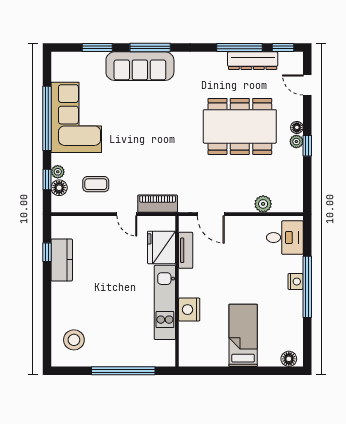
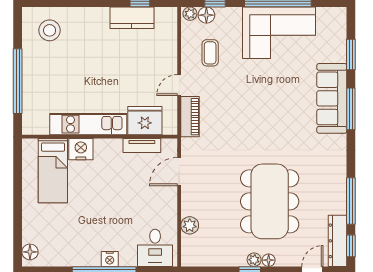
dresser: (253, 61) -> (337, 241), moved
plant: (58, 172) -> (190, 14), moved
bed: (243, 335) -> (53, 171), moved, turned 90

